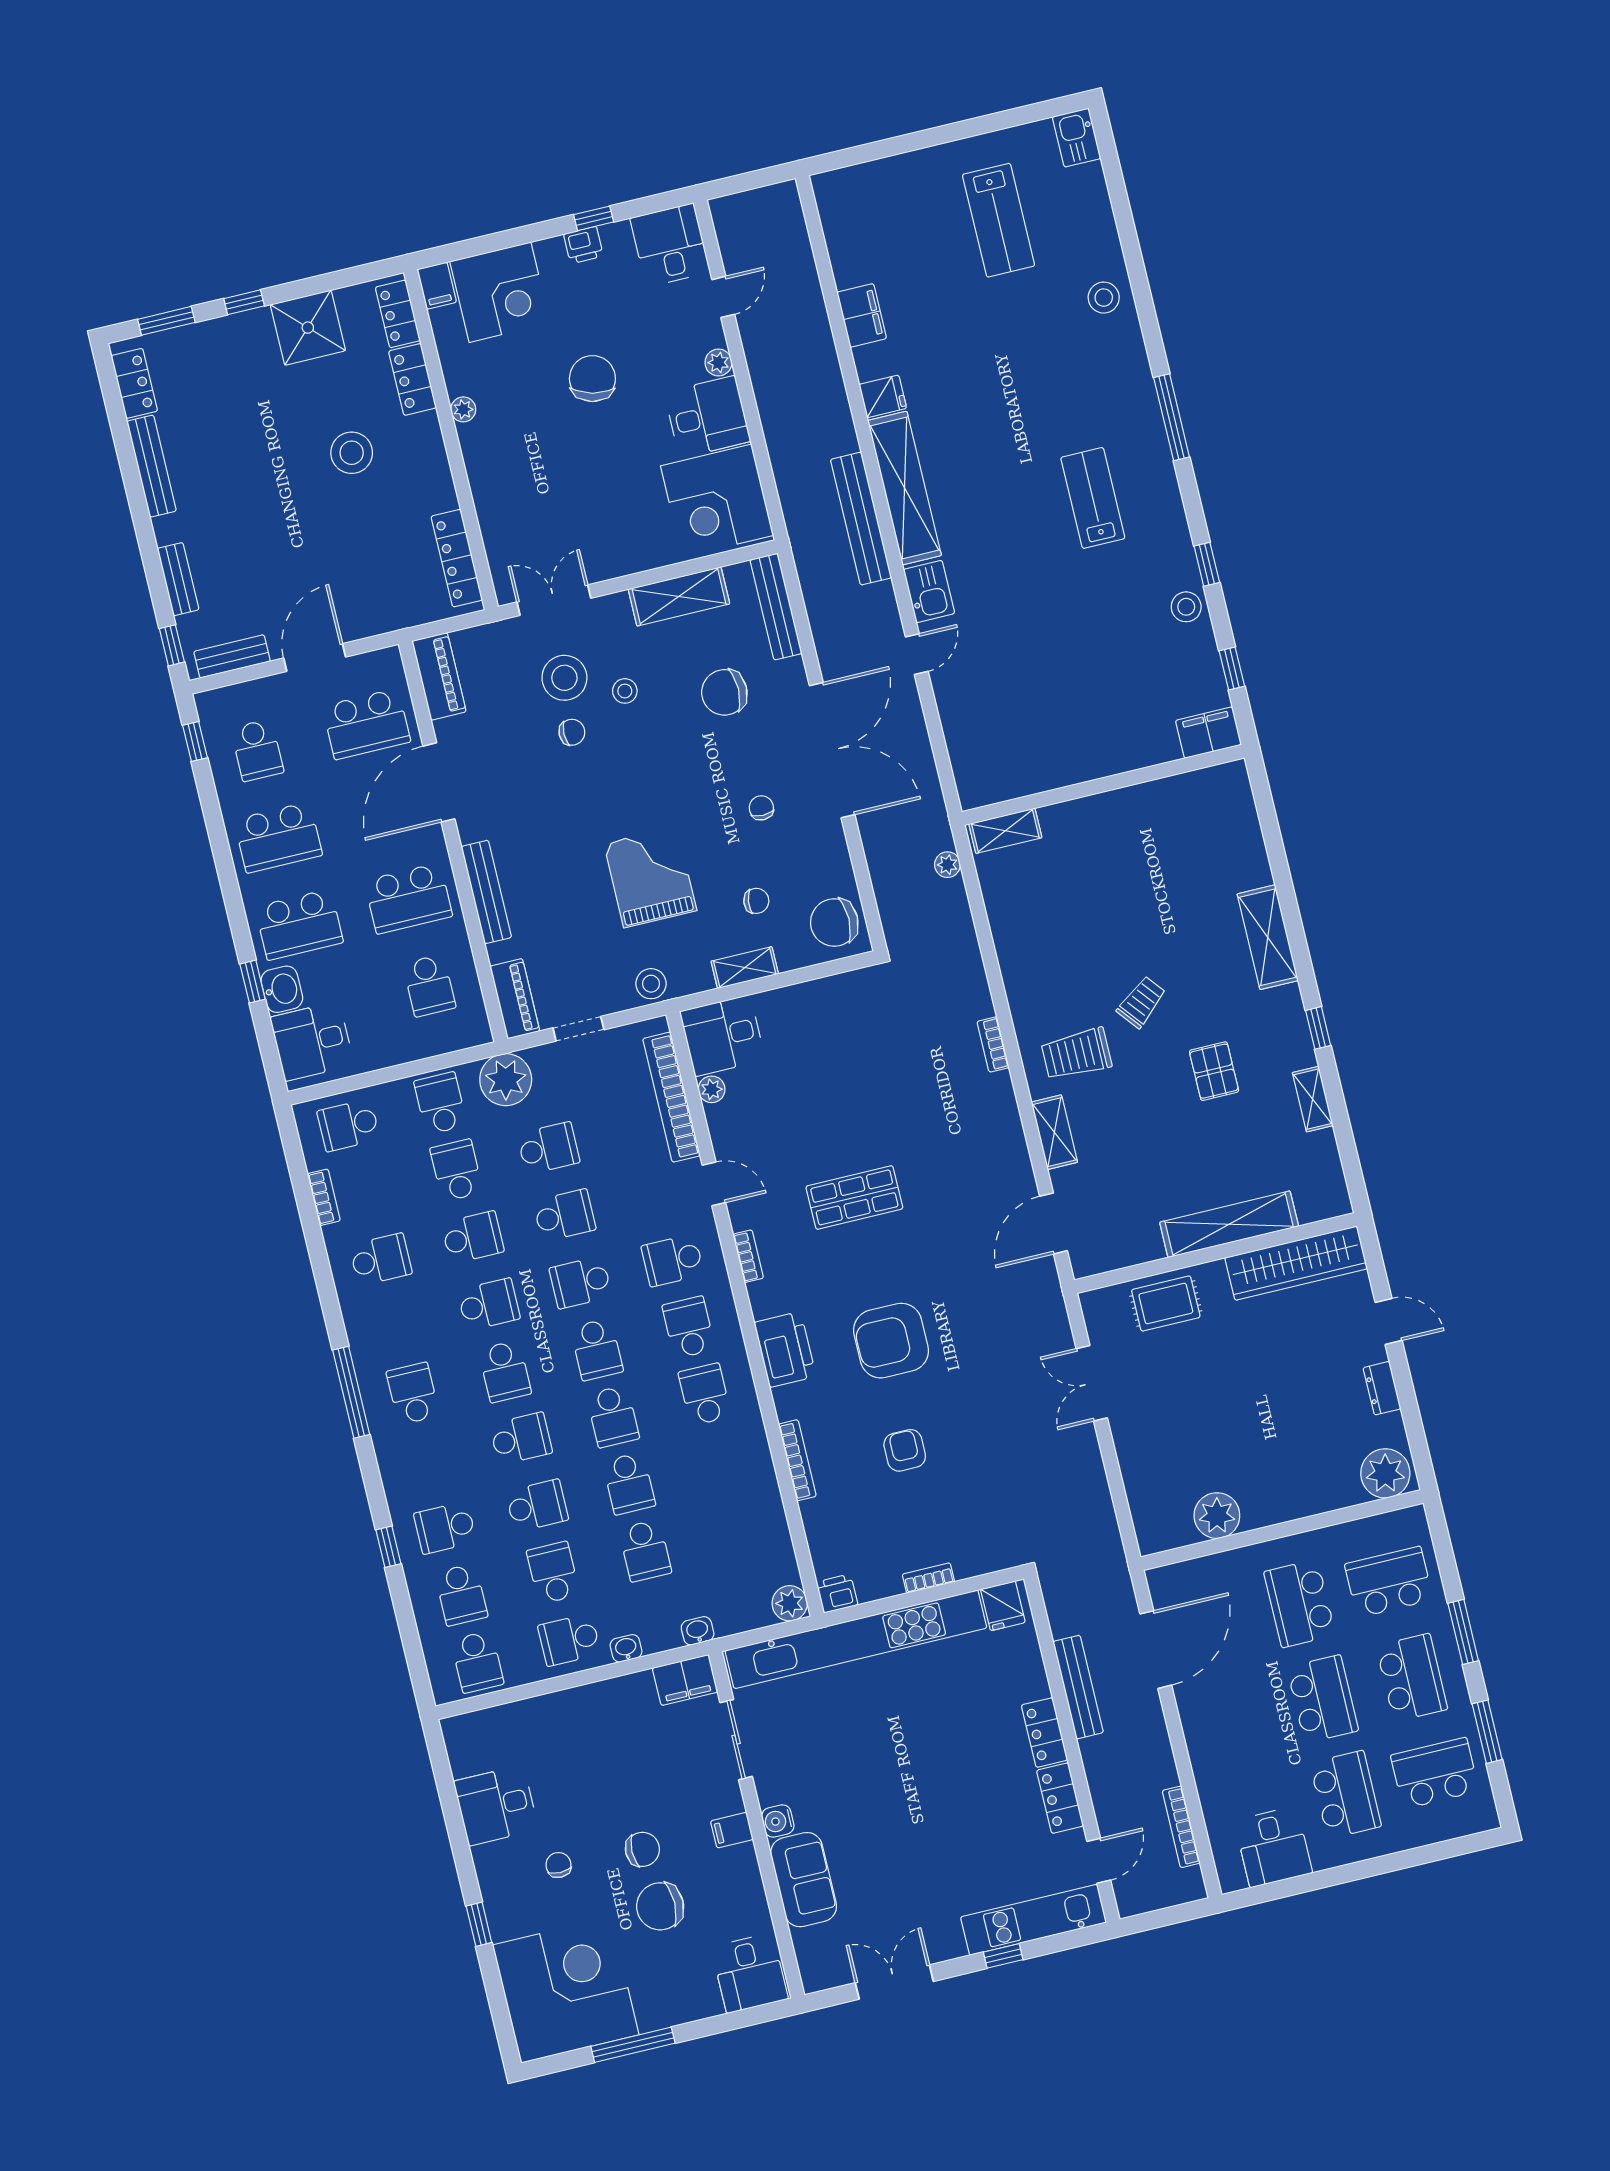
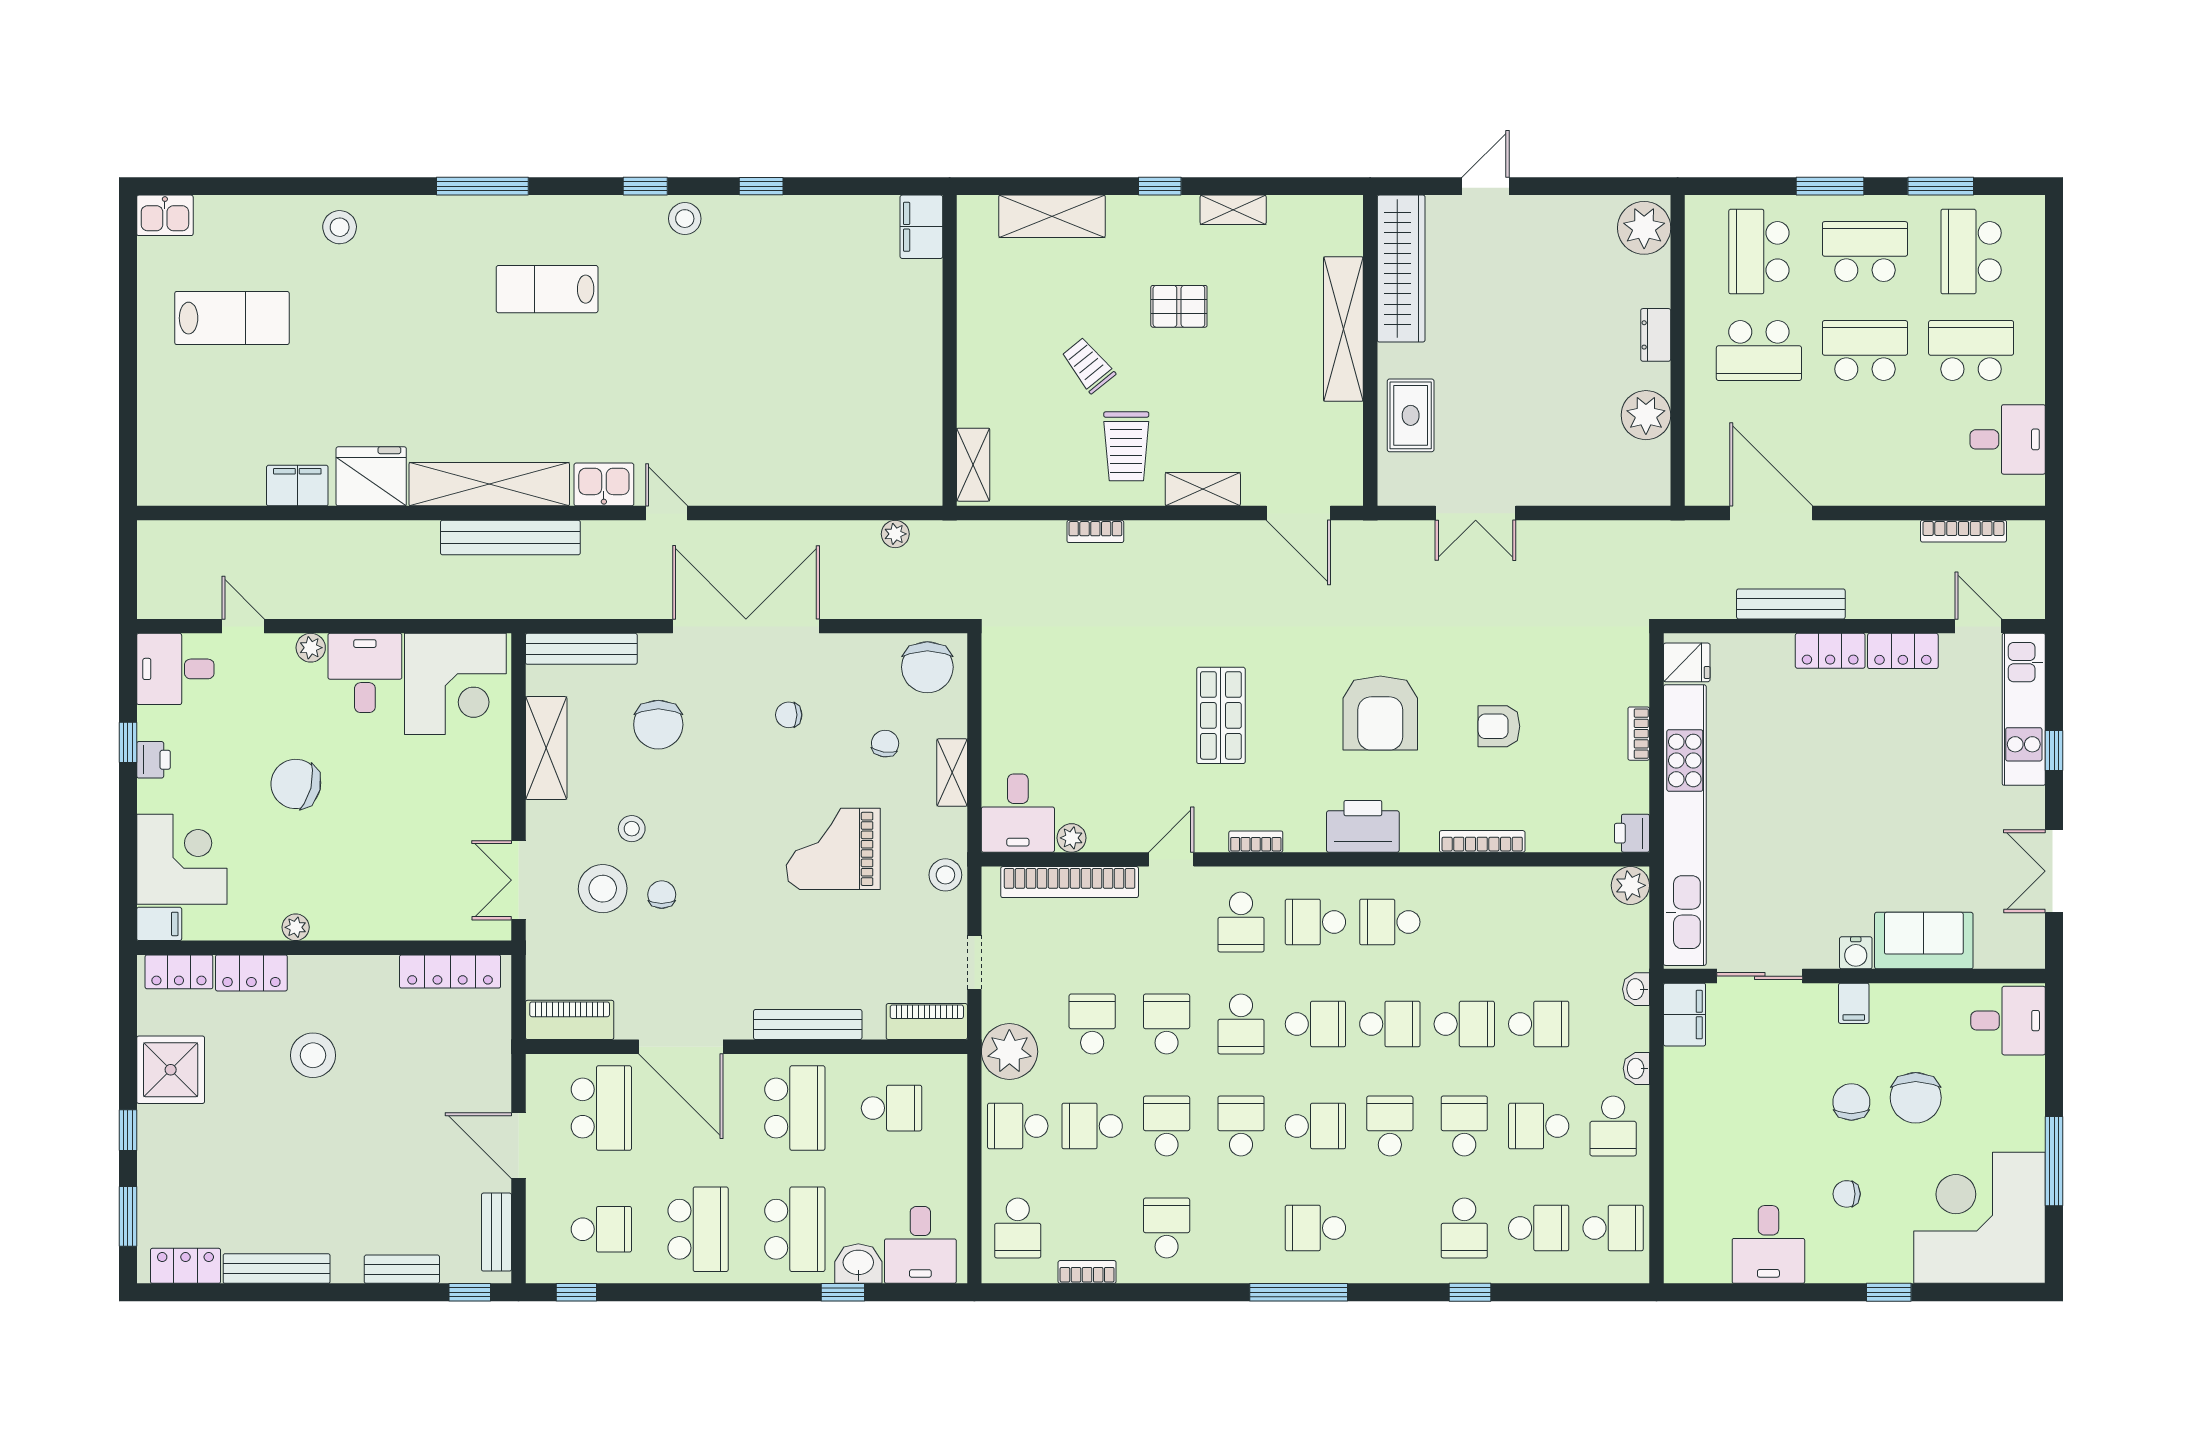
fridge: (883, 396) -> (371, 476), width x1.88, depth x1.34
filing cabinet: (1209, 733) -> (921, 227), moved
wall: (1103, 785) -> (950, 350), moved
shelving: (1005, 831) -> (973, 465), moved
dresser: (1382, 1388) -> (1656, 335), moved, turned 90

